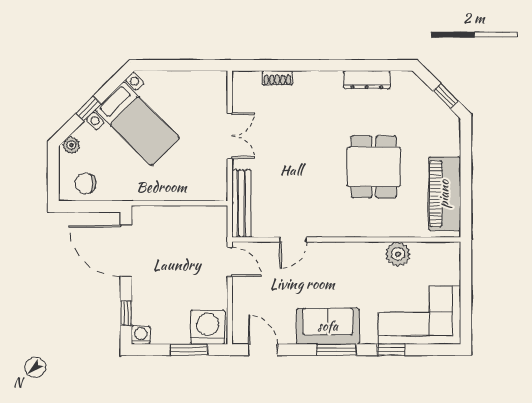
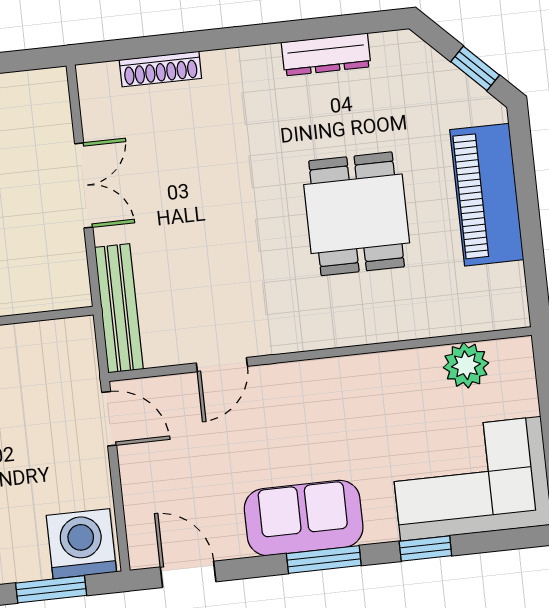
shoe rack: (277, 78) -> (160, 69), width x1.43
piano: (444, 194) -> (487, 195), moved
plant: (398, 254) -> (466, 365), moved

